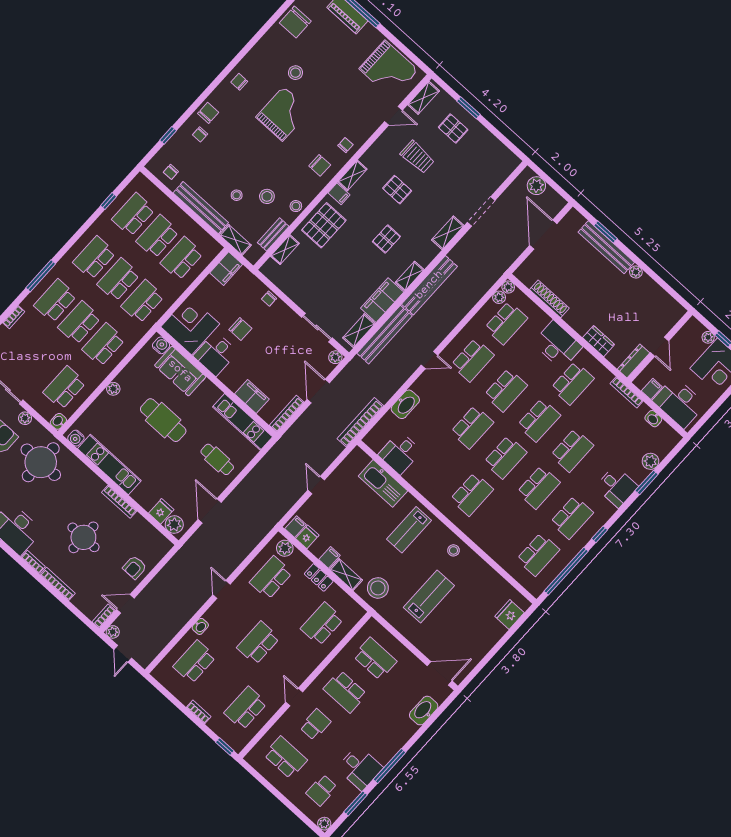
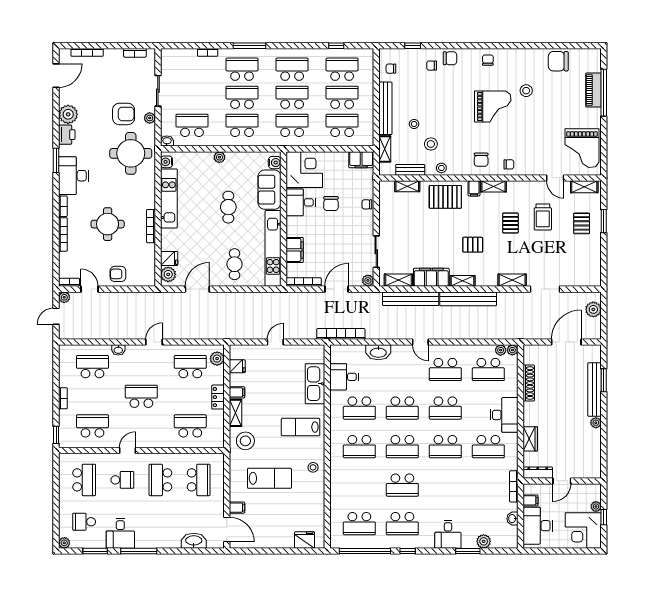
cafe table: (163, 420) -> (228, 207), width x0.73, depth x0.74
kitchen unit: (243, 422) -> (273, 248), width x1.36
school desk: (572, 450) -> (359, 408), moved
filing cabinet: (296, 527) -> (237, 508), moved

